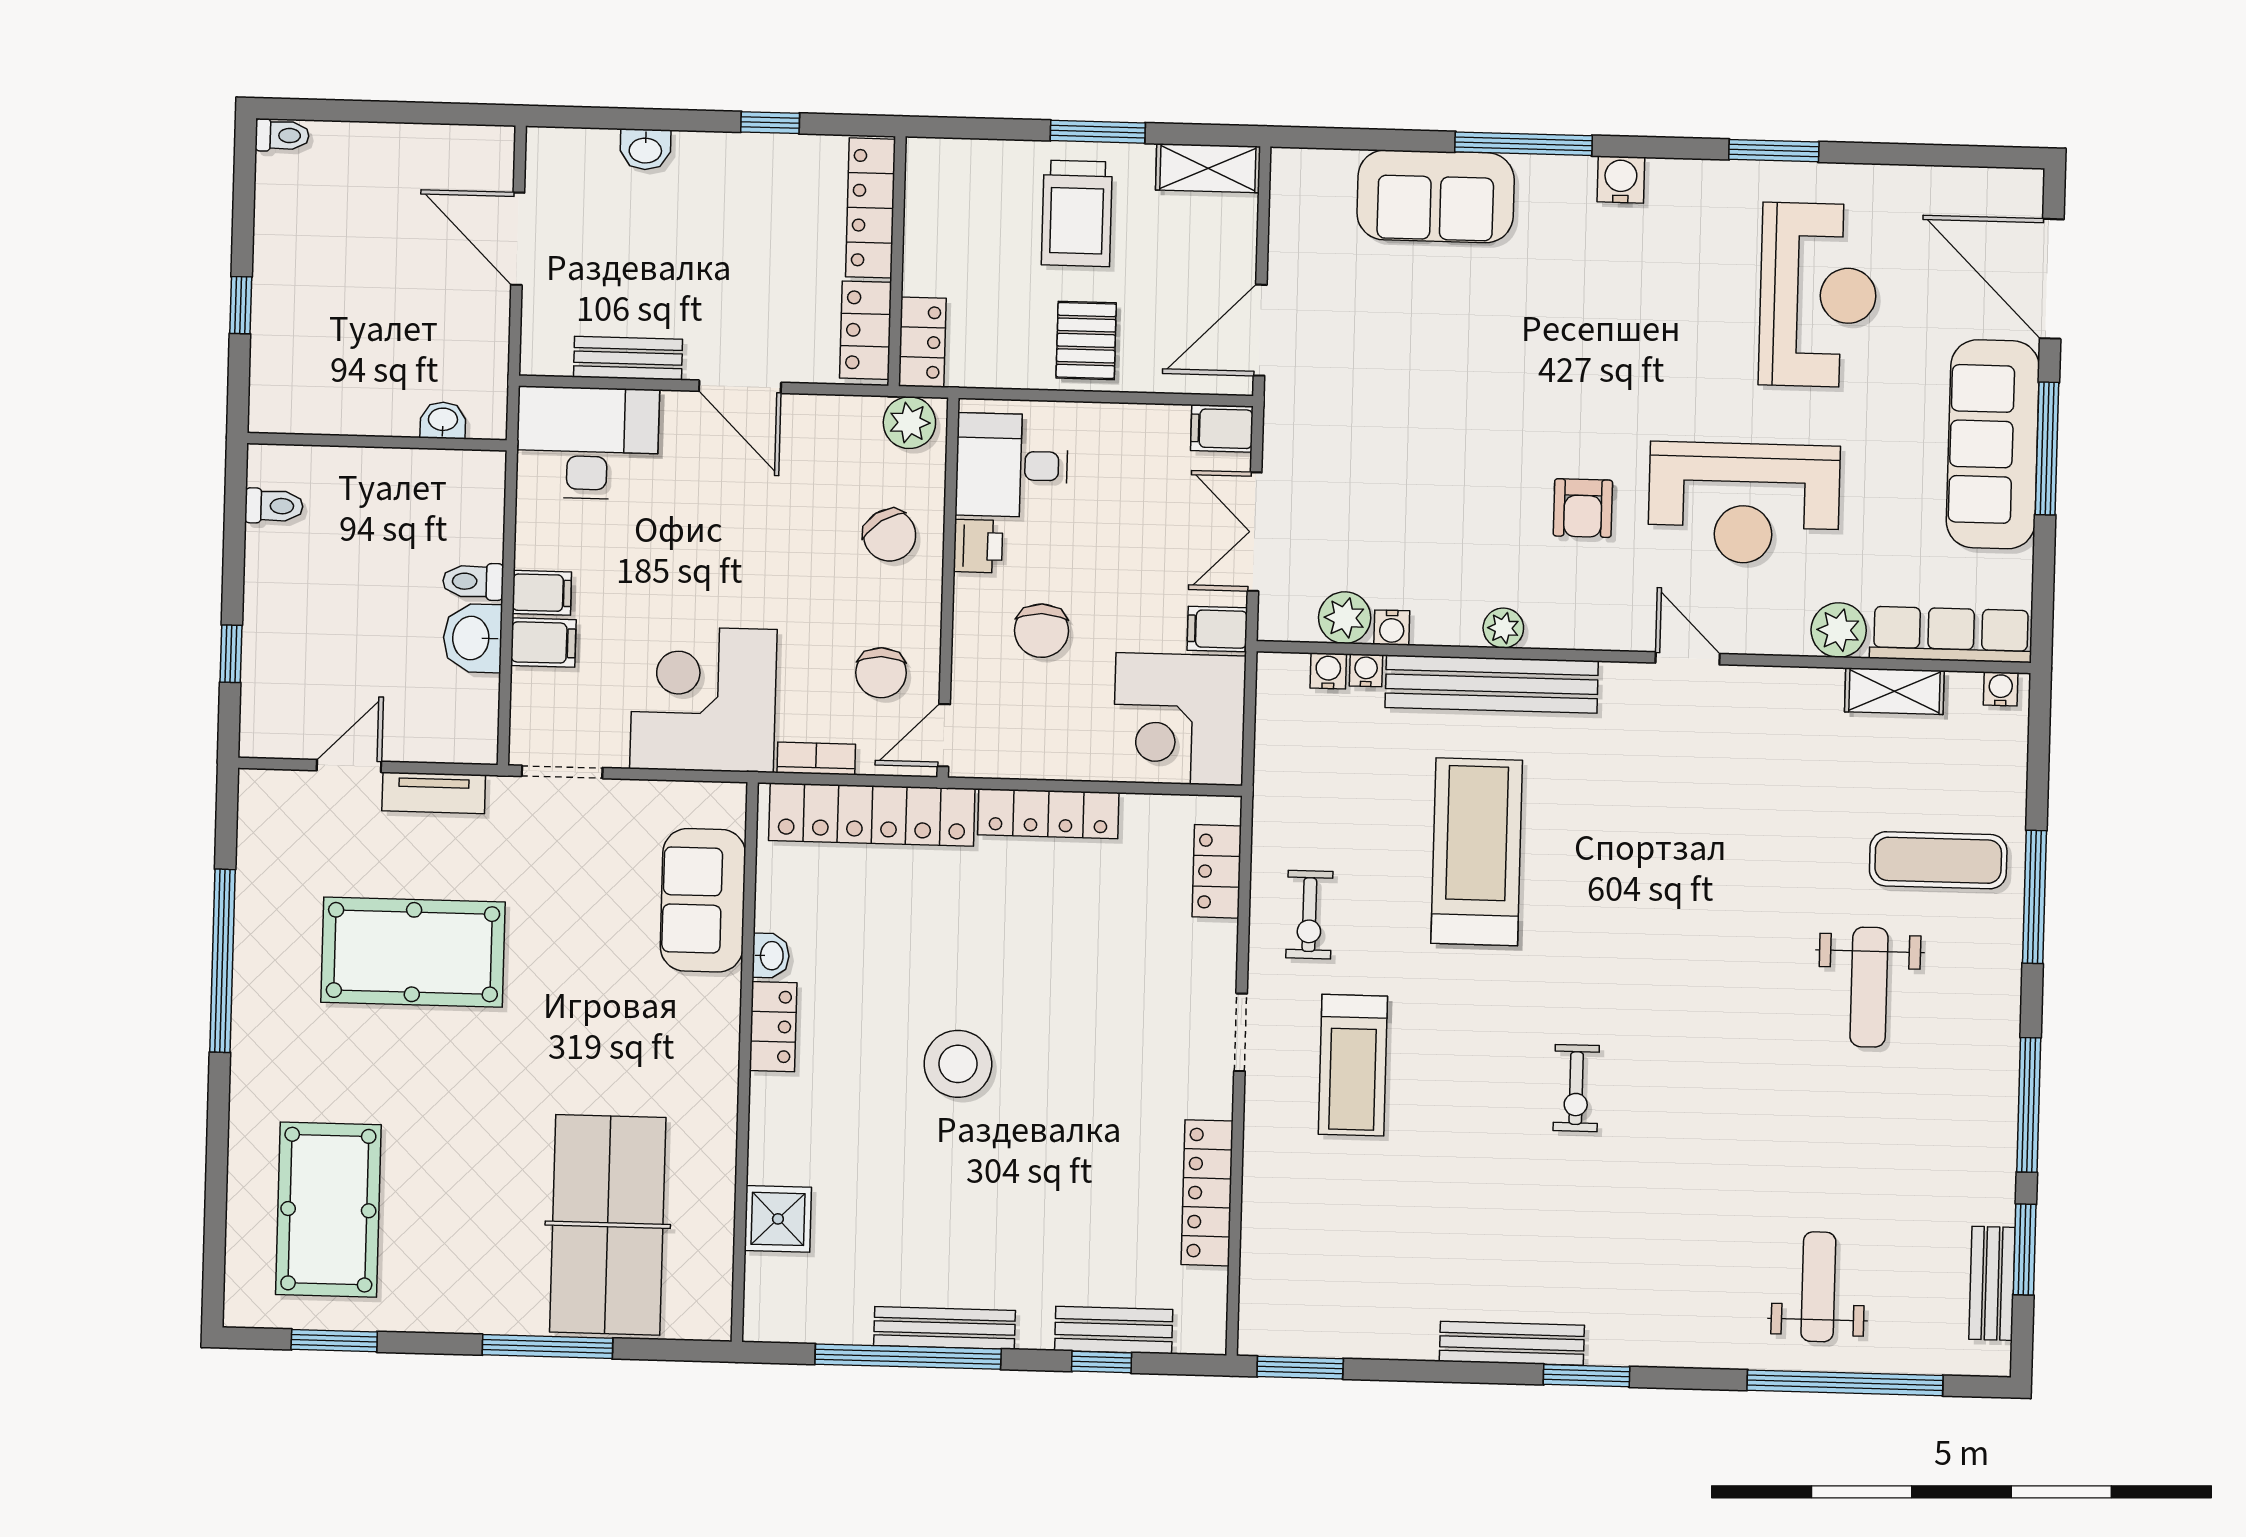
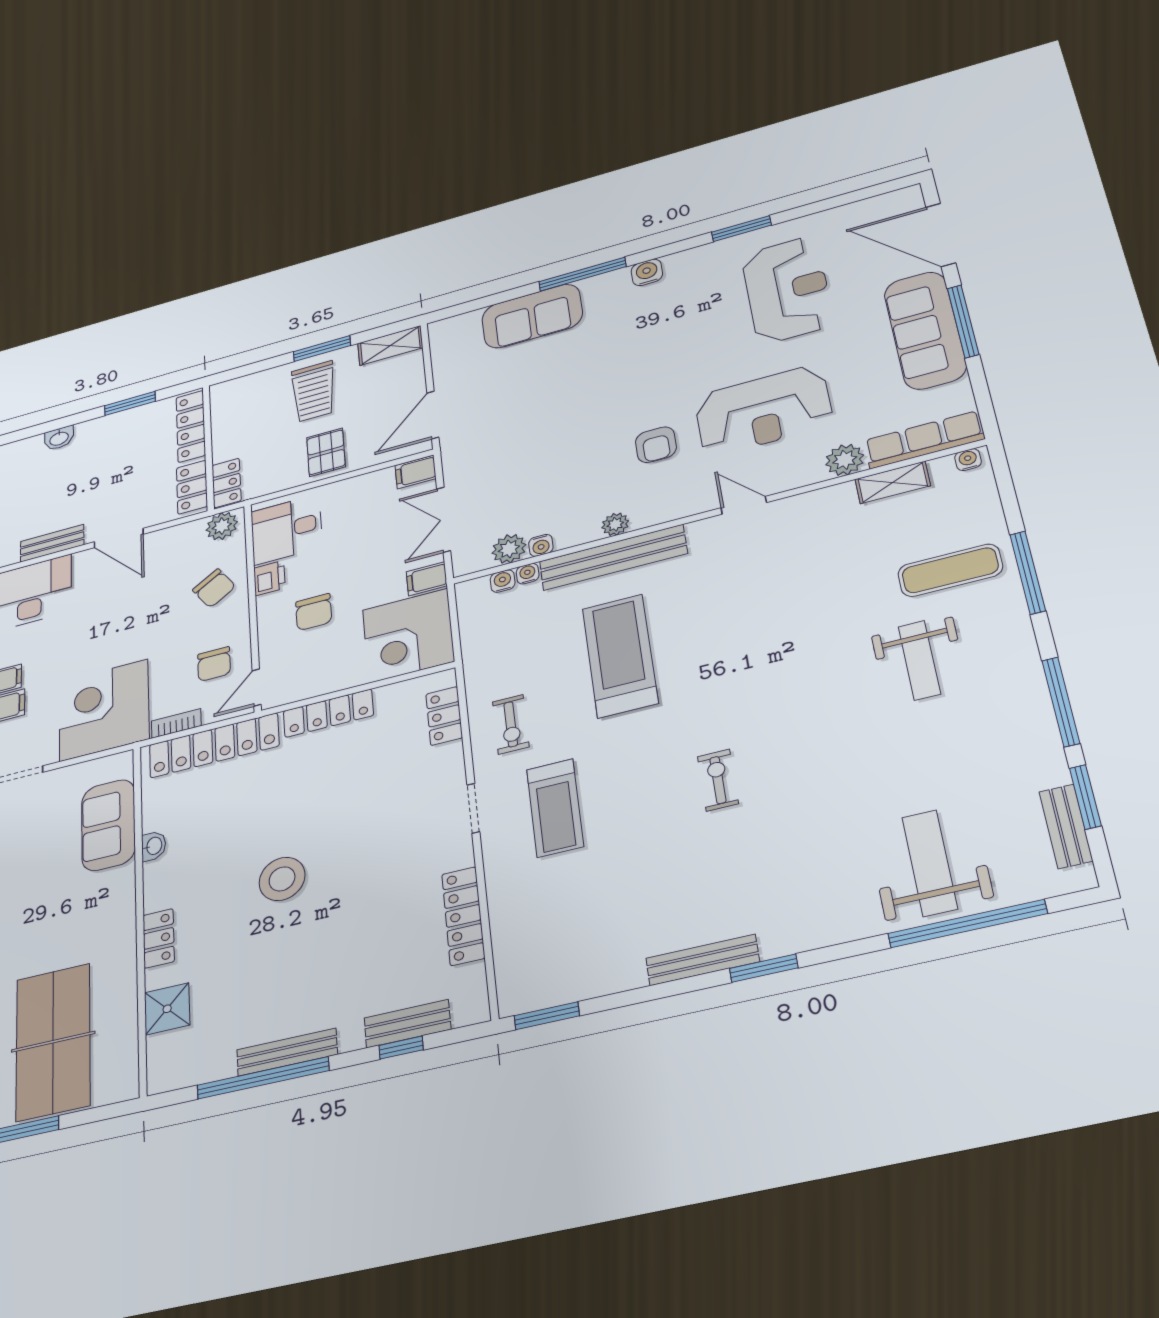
window: (770, 123) -> (130, 403), width x1.50
locker: (773, 1027) -> (159, 938), moved
exercise bike: (1576, 1088) -> (718, 780), turned 180
weight bench: (1818, 1287) -> (930, 863), width x1.36, depth x1.33

